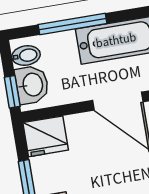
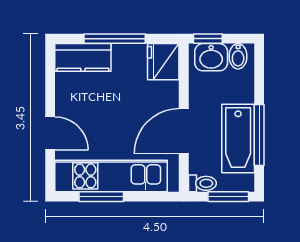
window: (73, 24) -> (259, 135), moved

